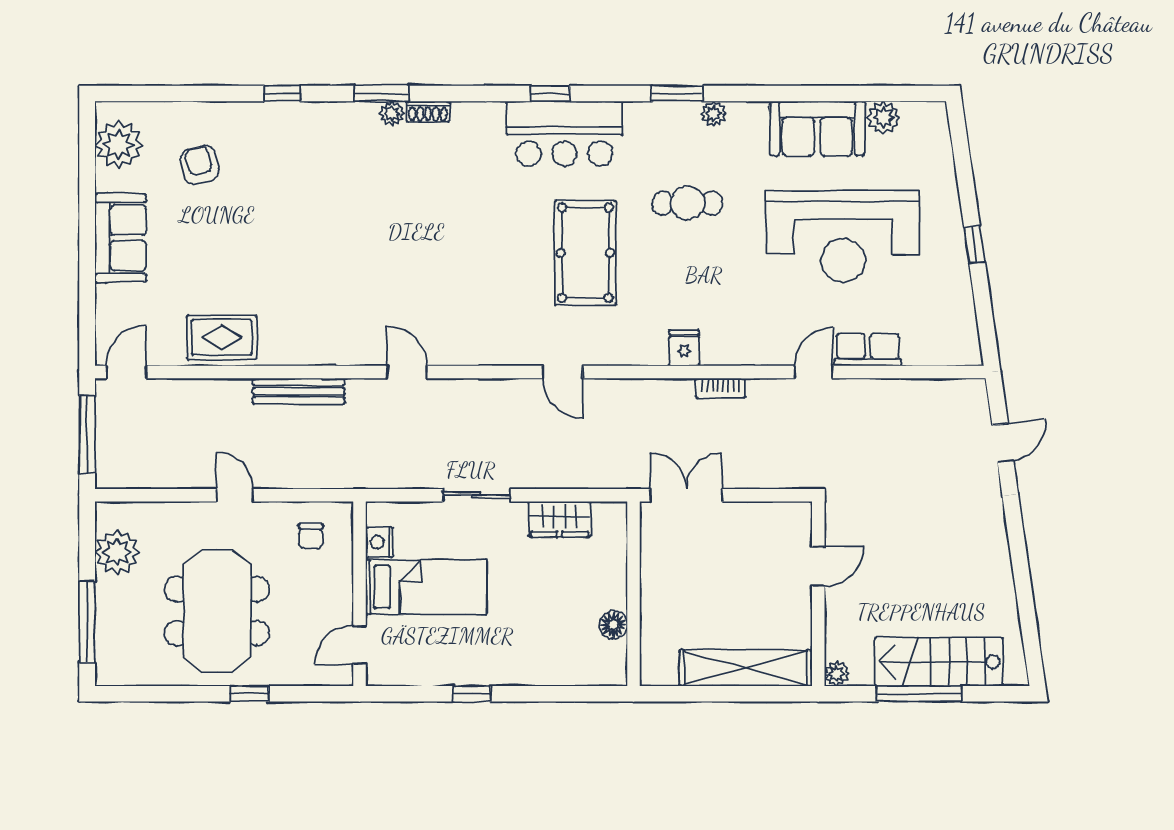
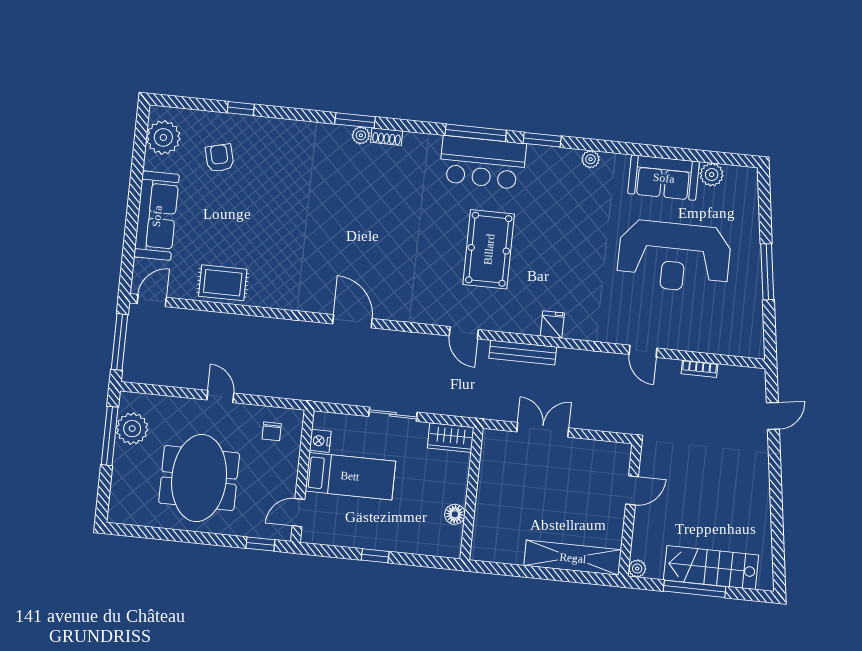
window: (282, 93) -> (241, 109), moved
window: (551, 93) -> (476, 133), width x2.17
window: (677, 93) -> (542, 140), moved
cafe table: (687, 203) -> (565, 221), removed
sofa: (120, 238) -> (157, 216), width x1.36
window: (974, 244) -> (767, 272), width x2.17
row of seats: (868, 350) -> (683, 339), removed
door: (407, 372) -> (352, 321), width x1.38
door: (814, 372) -> (643, 351), swing flipped
bookcase: (720, 388) -> (699, 369), moved
bench: (299, 391) -> (523, 353), moved
wall: (634, 594) -> (472, 494), moved
window: (87, 622) -> (110, 436), moved
floor lamp: (613, 625) -> (455, 514), moved
window: (249, 694) -> (260, 544), moved

